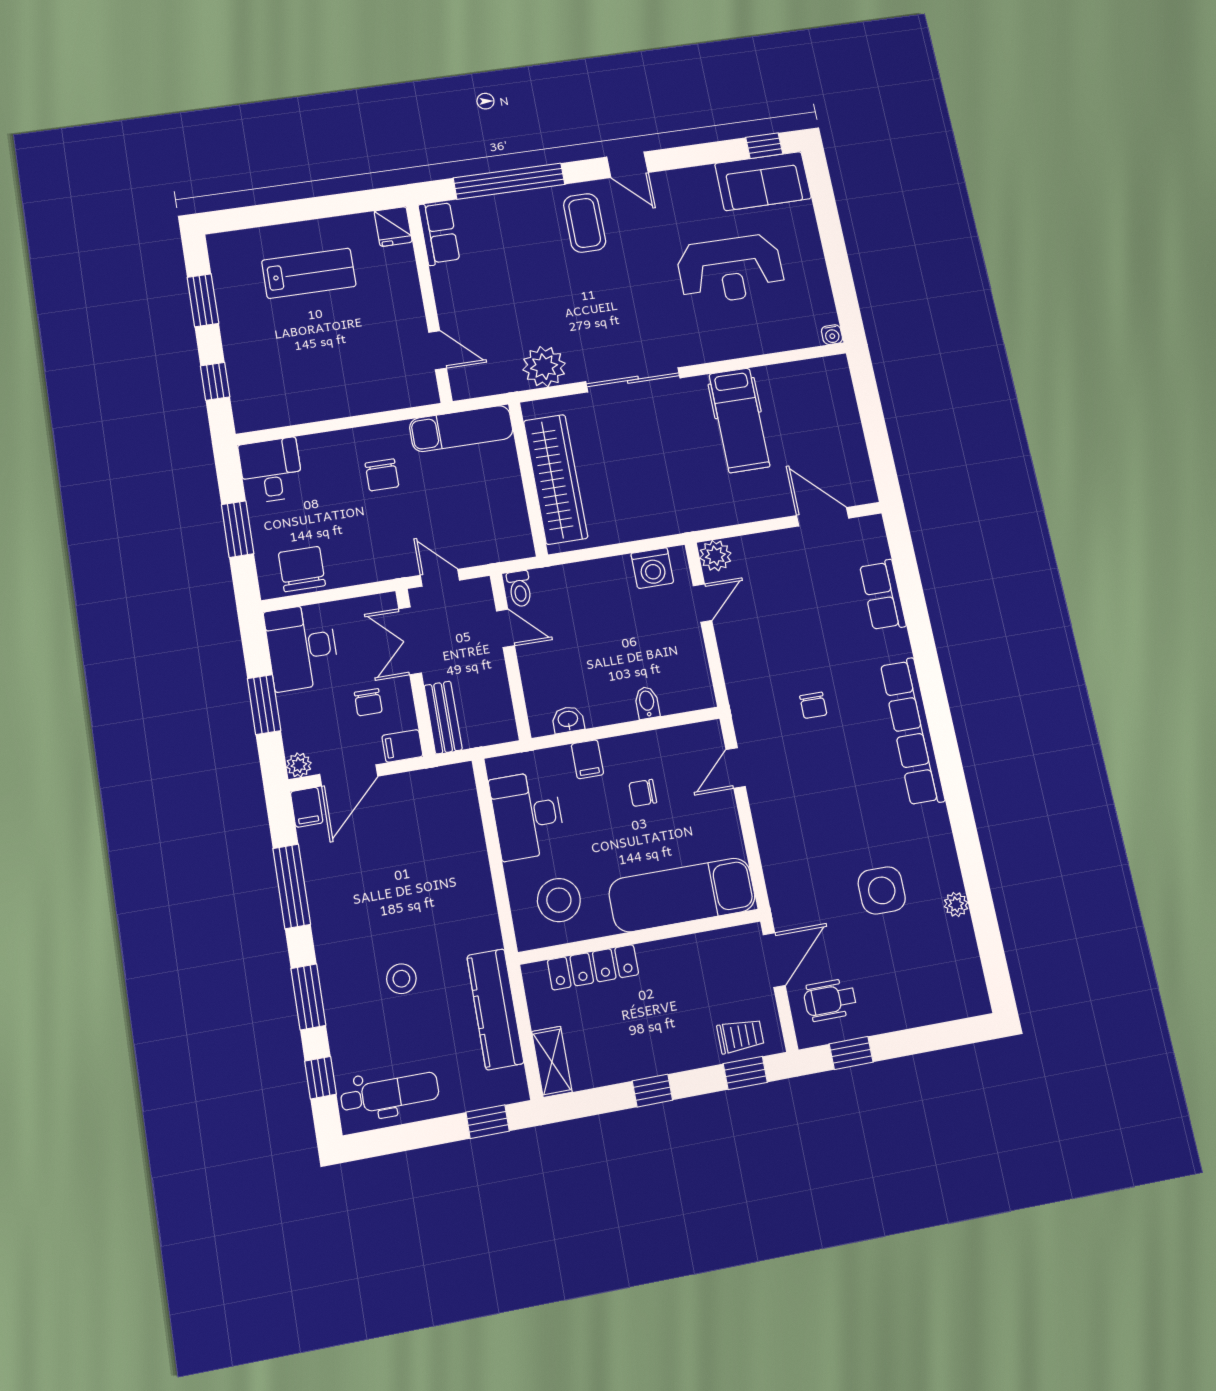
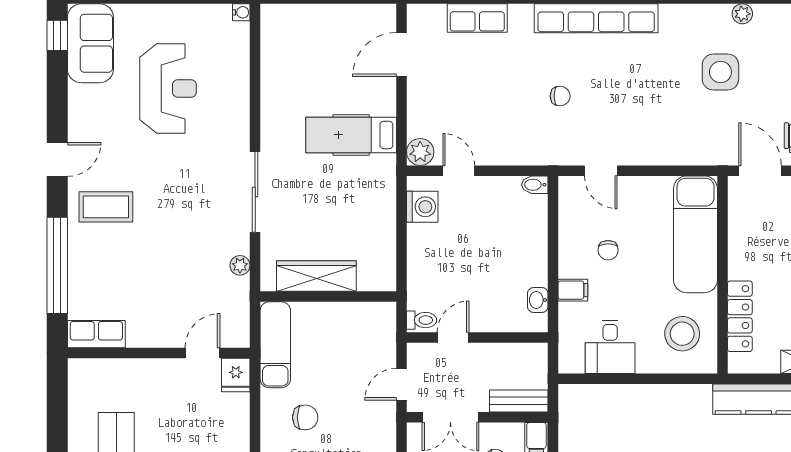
fridge: (393, 227) -> (236, 375), moved, turned 90
plant: (544, 367) -> (240, 265), width x0.53, depth x0.53
hospital bed: (739, 420) -> (351, 135), moved, turned 180
wardrobe: (556, 479) -> (316, 276), width x0.71, depth x0.85
bidet: (647, 703) -> (535, 185), moved
desk: (527, 815) -> (610, 347), width x0.73

